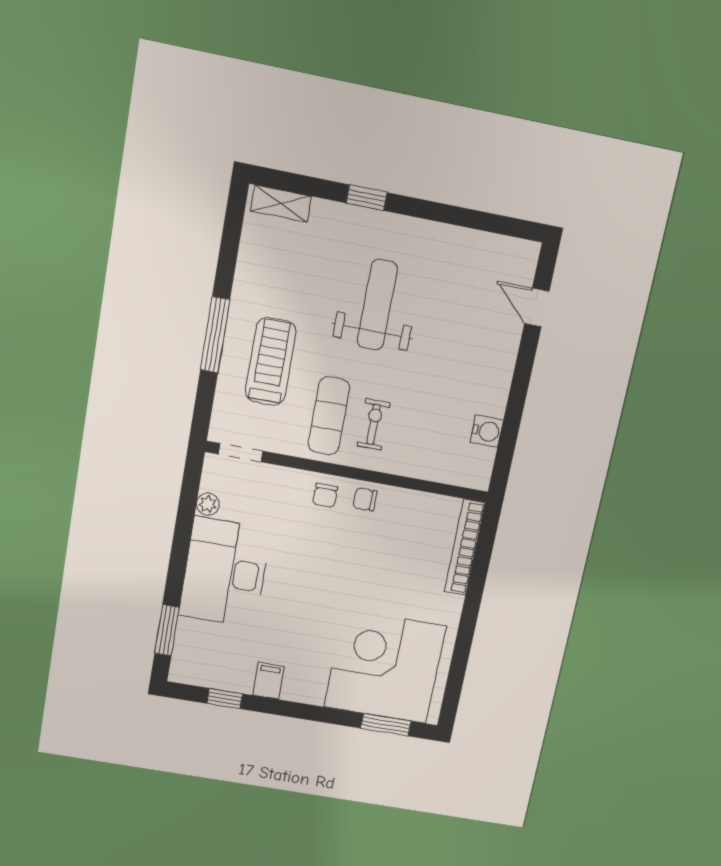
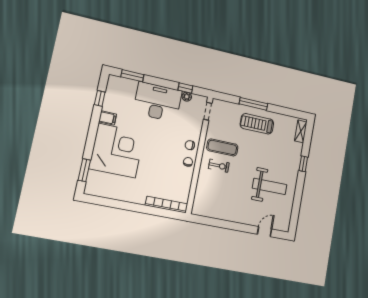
weight bench: (377, 305) -> (270, 186), moved
treadmill: (271, 362) -> (257, 124), moved, turned 180
water cooler: (487, 431) -> (216, 213), removed
window: (187, 508) -> (185, 88), added
corner desk: (385, 667) -> (117, 151), moved

